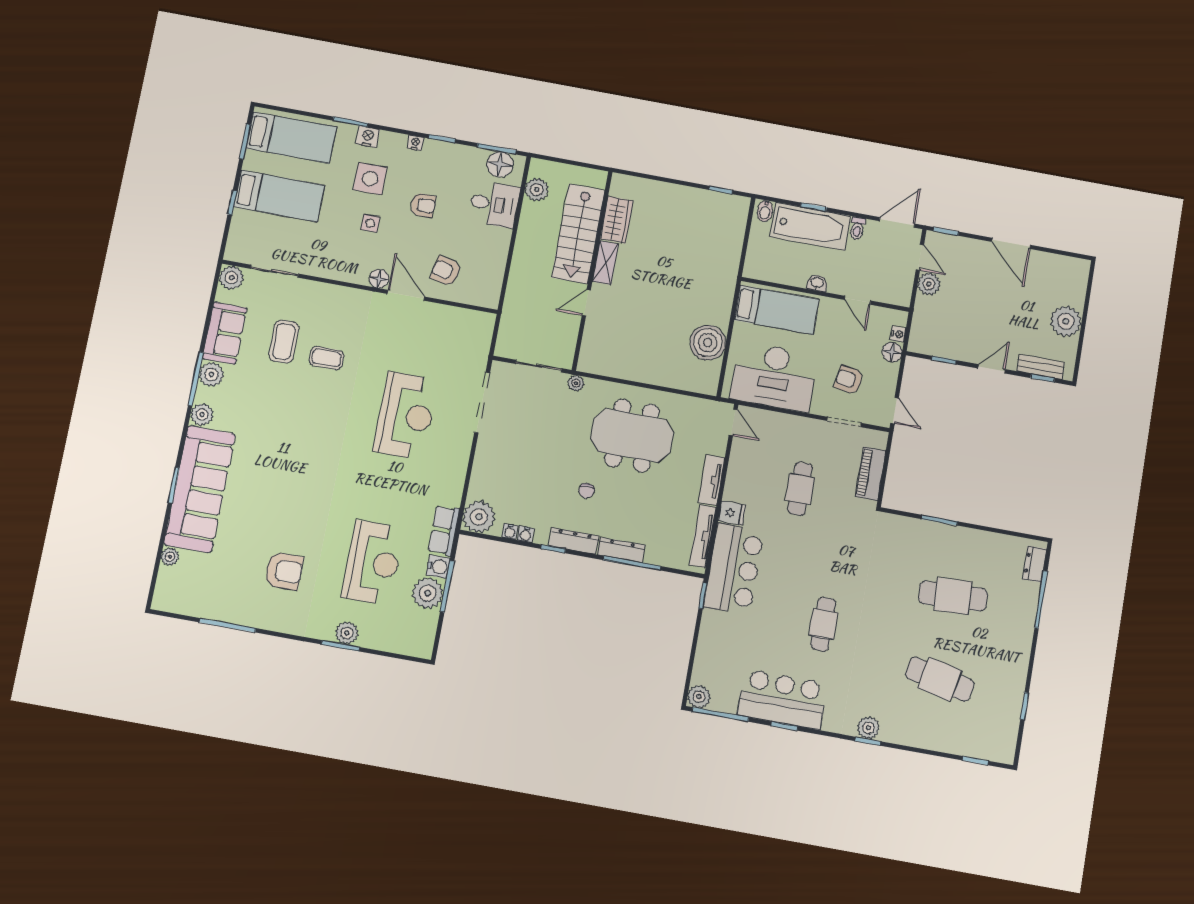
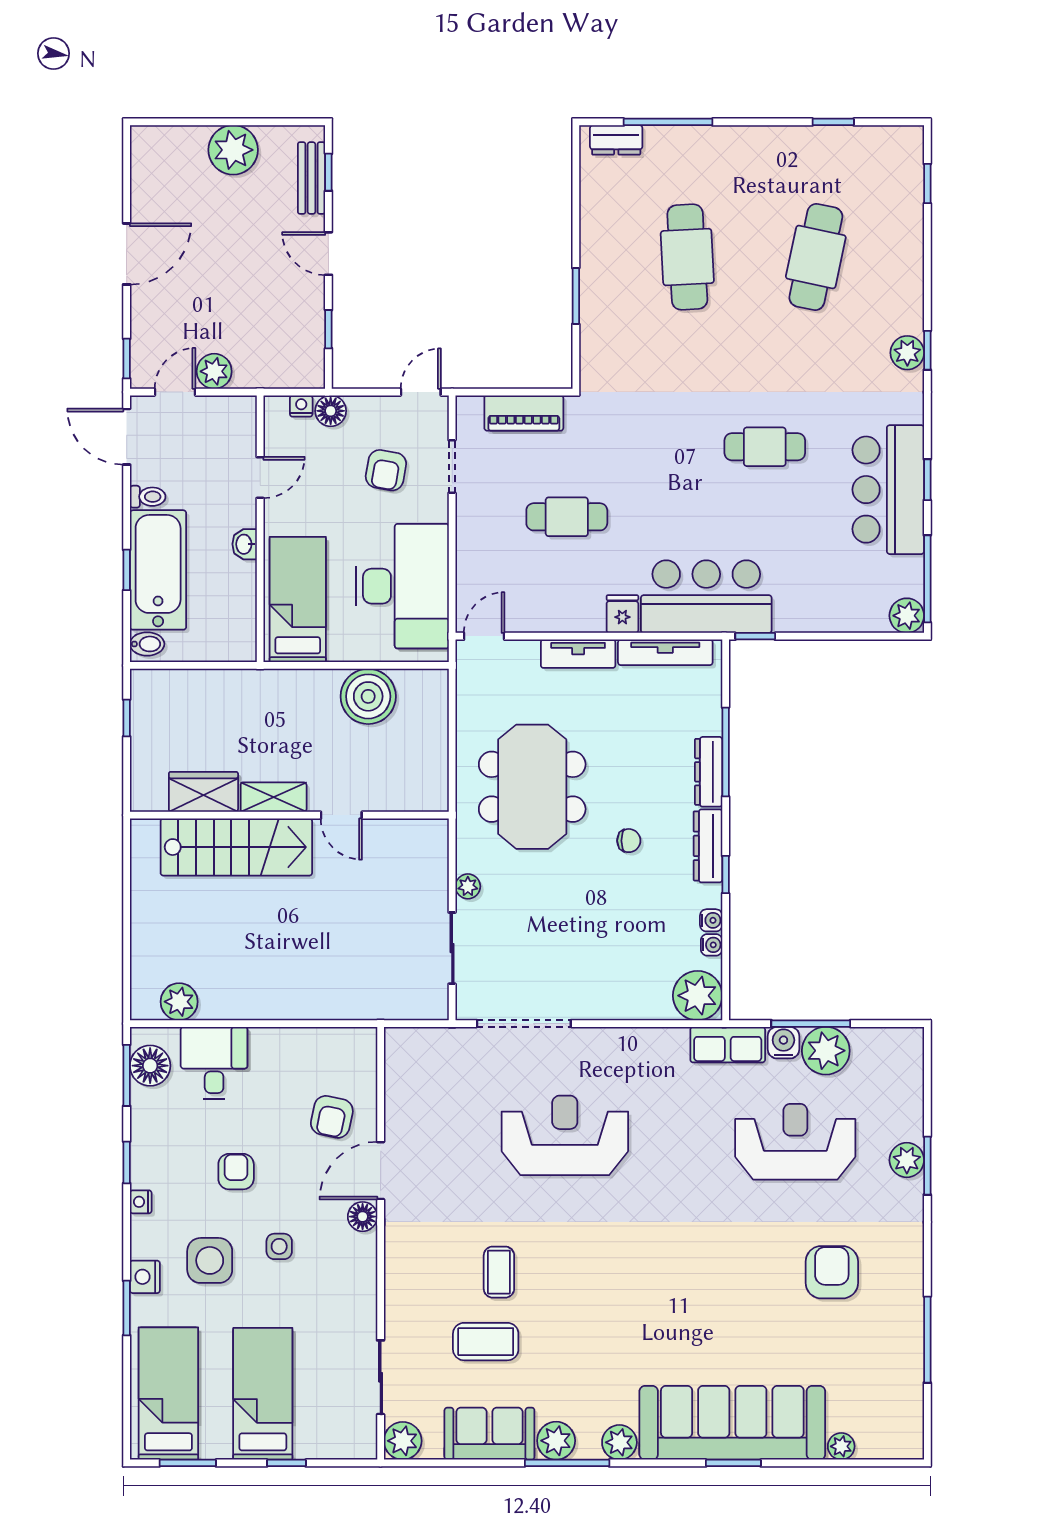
wardrobe: (617, 220) -> (203, 792), moved
stairs: (578, 234) -> (236, 847), moved
shelving: (605, 263) -> (274, 797), moved
wall: (592, 270) -> (289, 815), moved
door: (586, 303) -> (341, 815), moved

